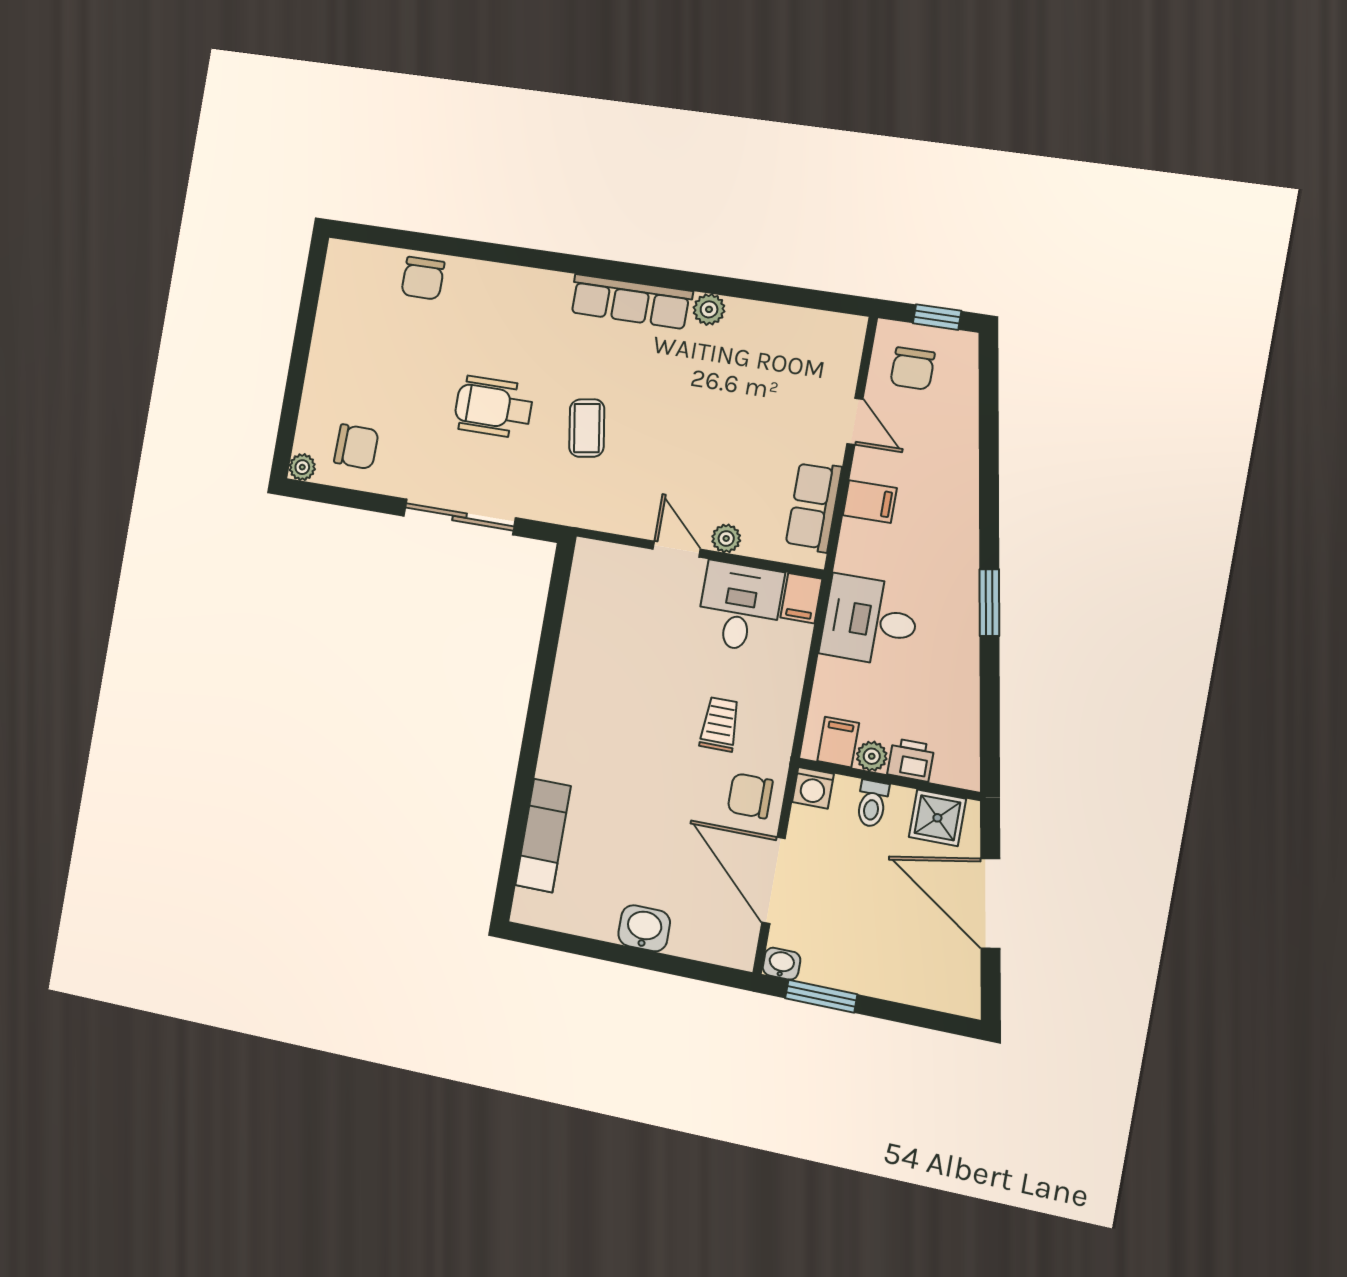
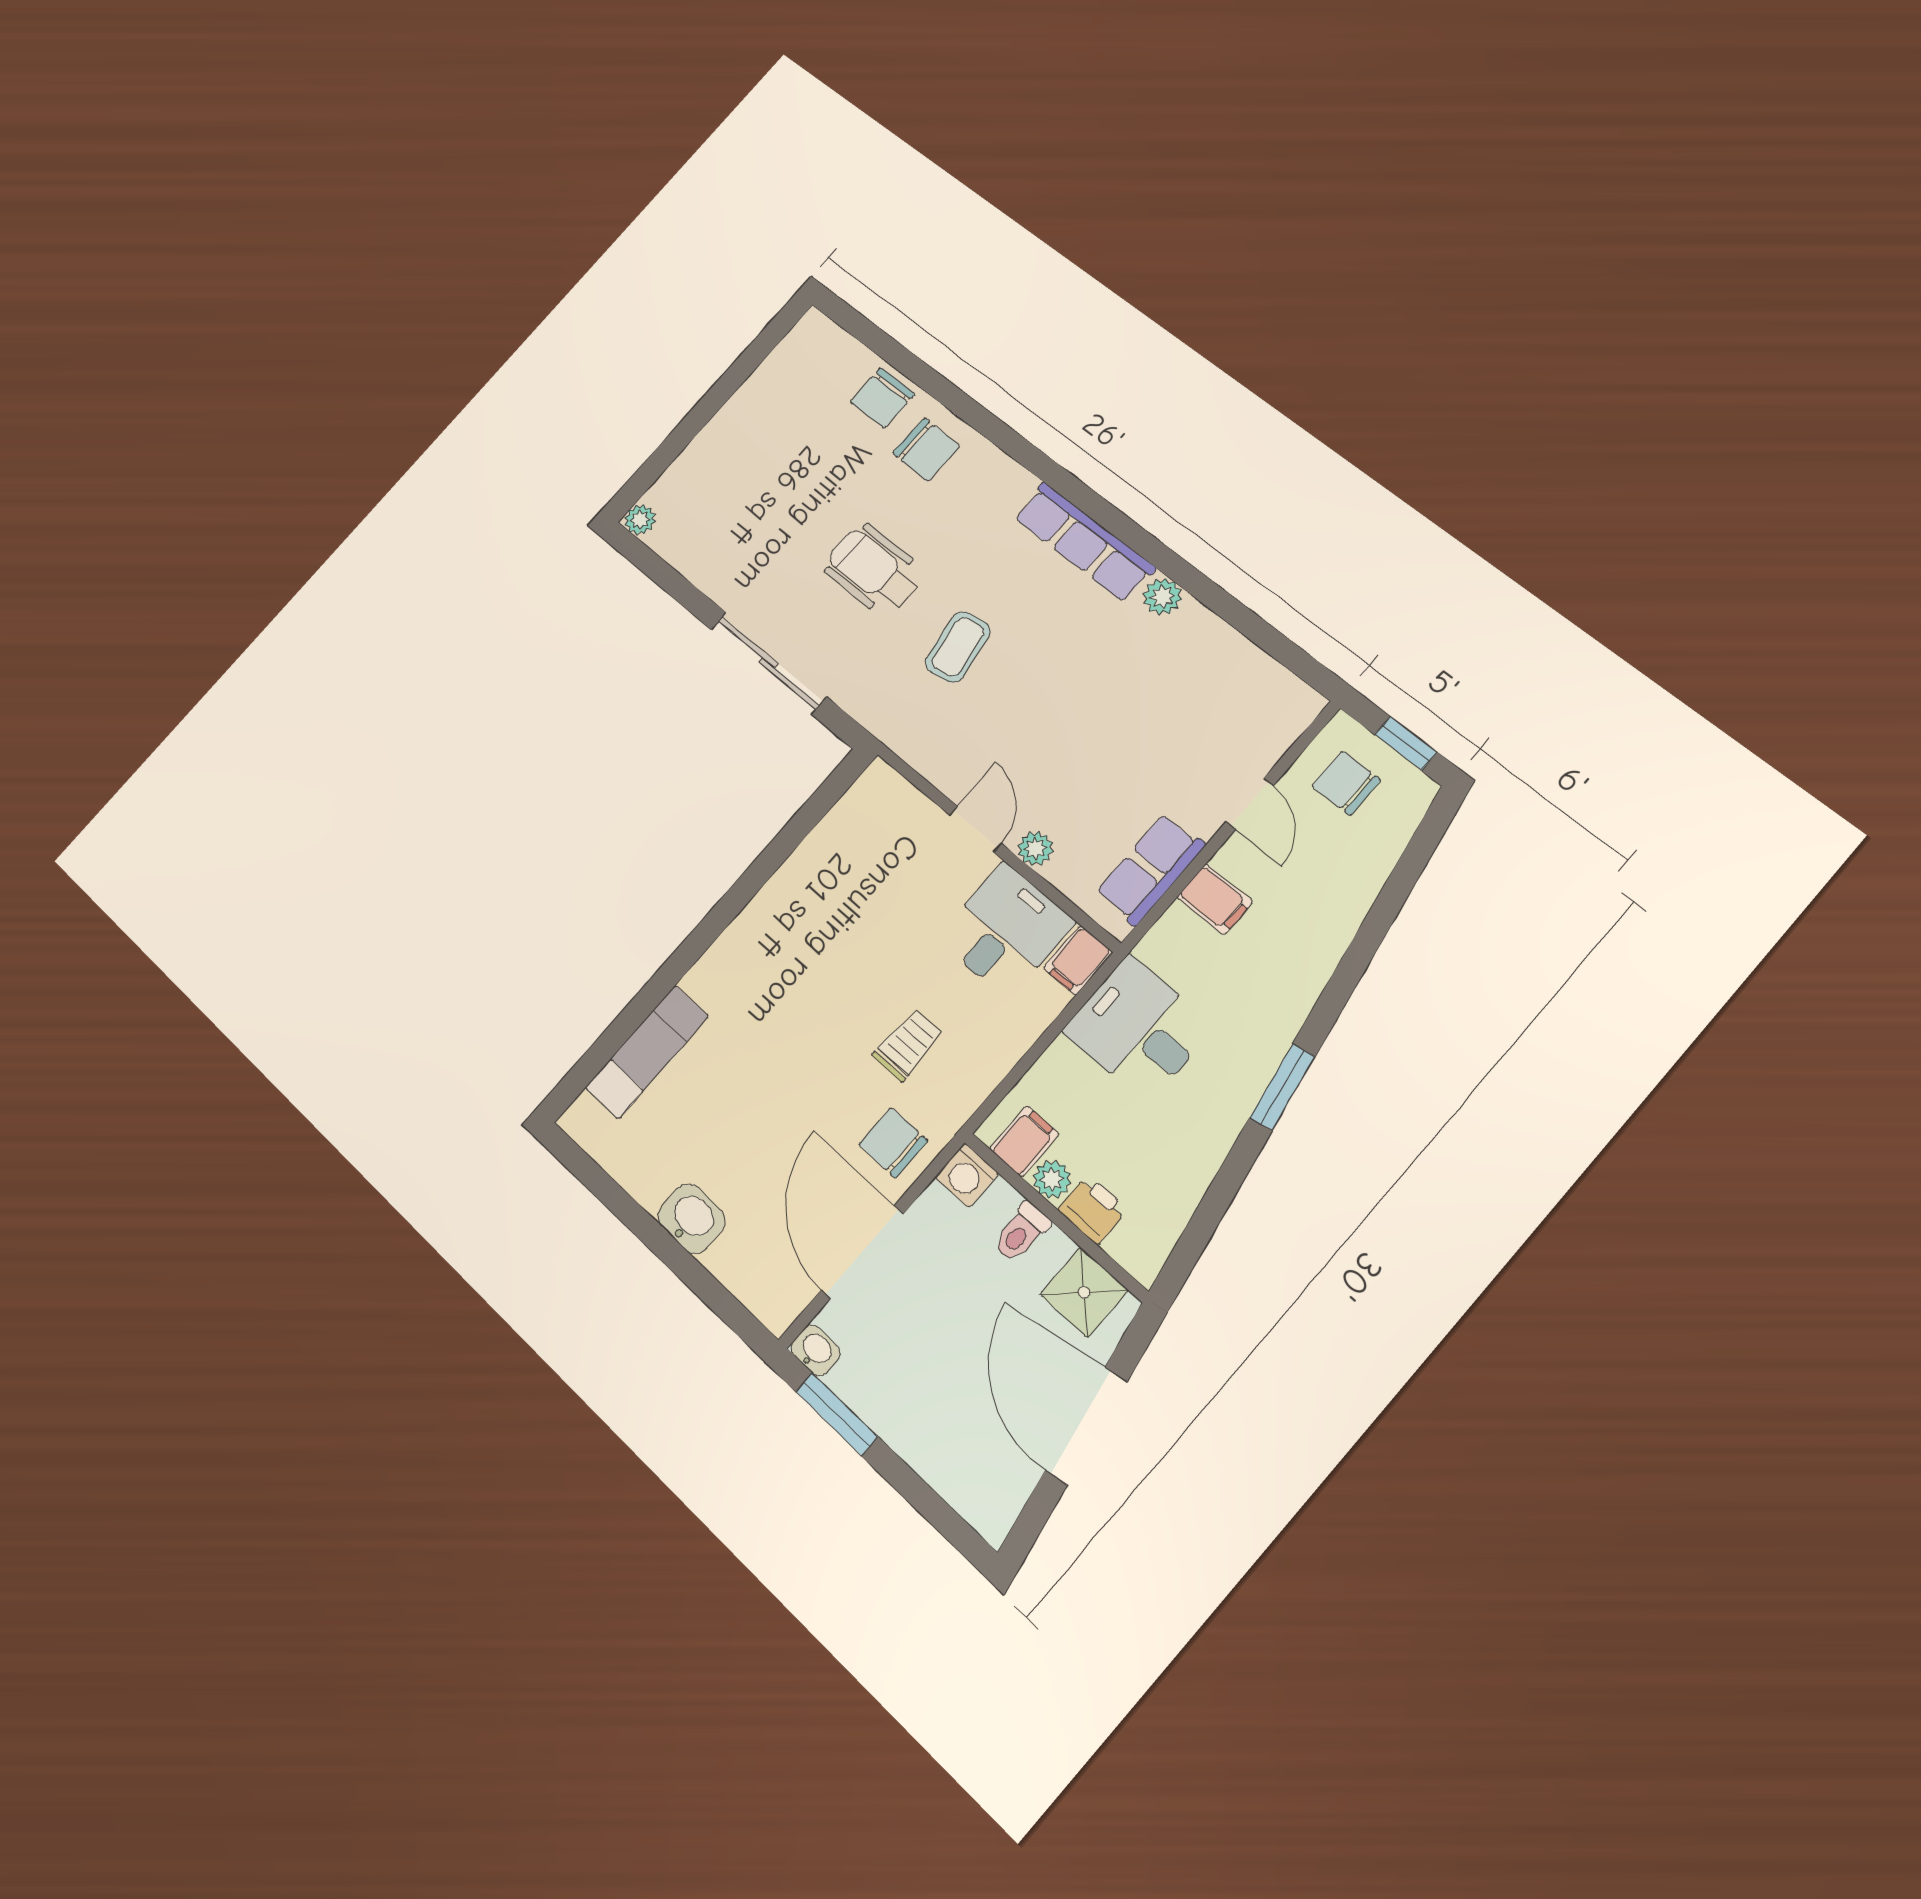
chair: (913, 369) -> (1346, 783), turned 90
chair: (356, 447) -> (926, 450), moved

